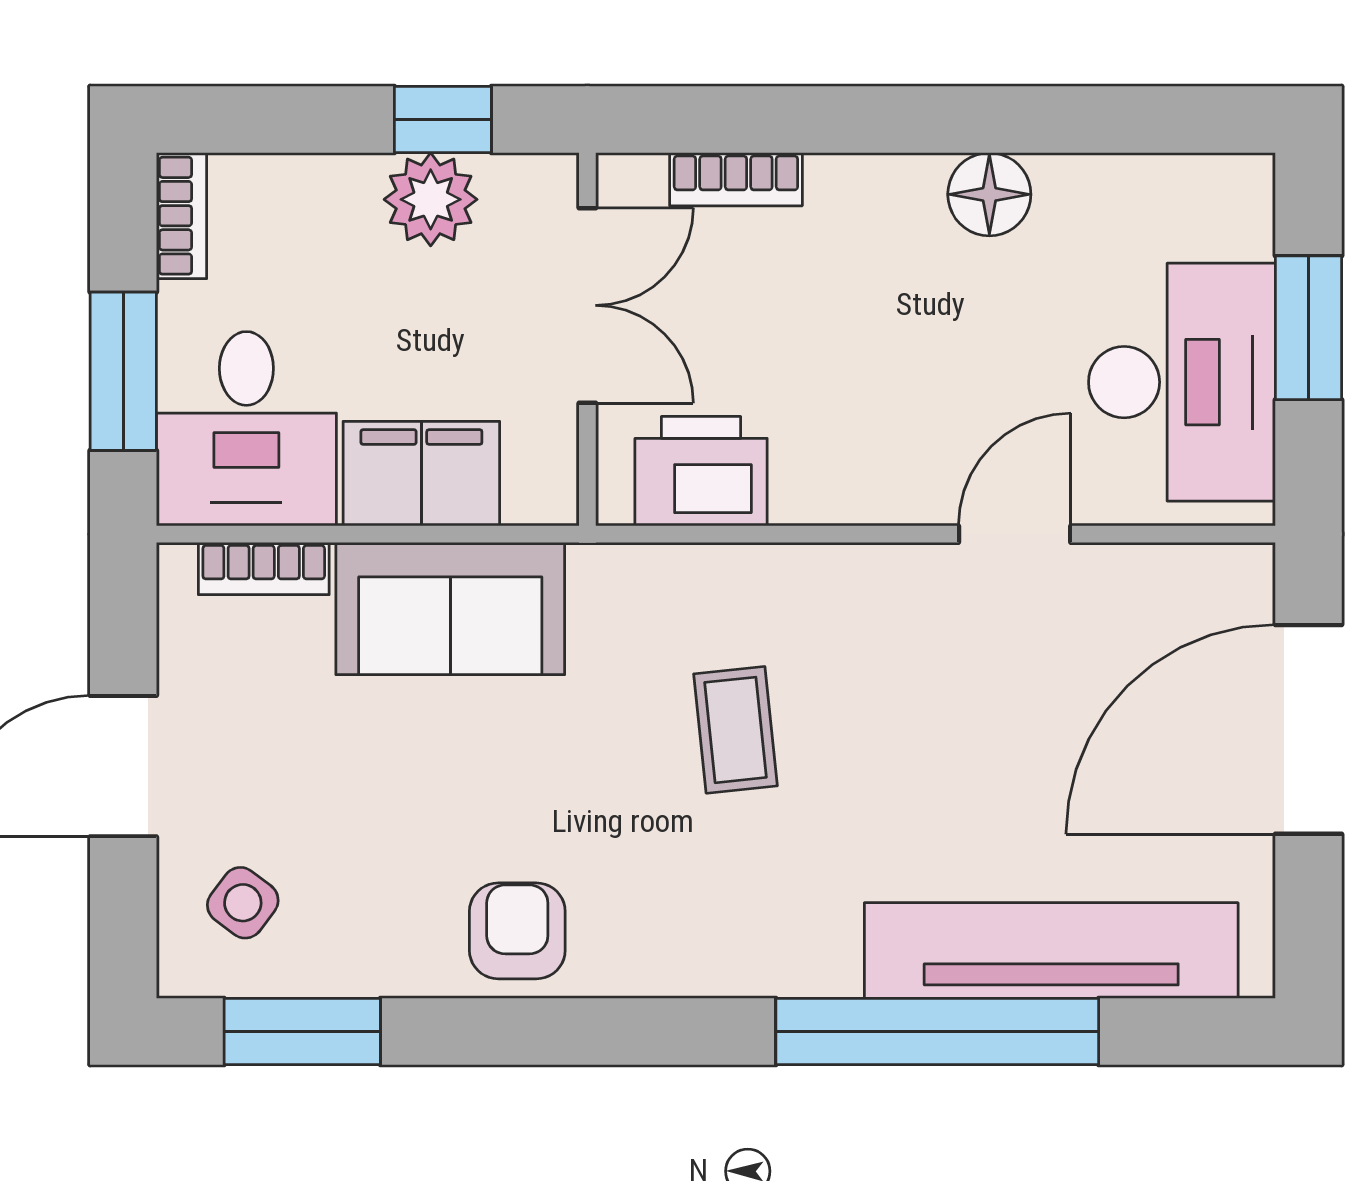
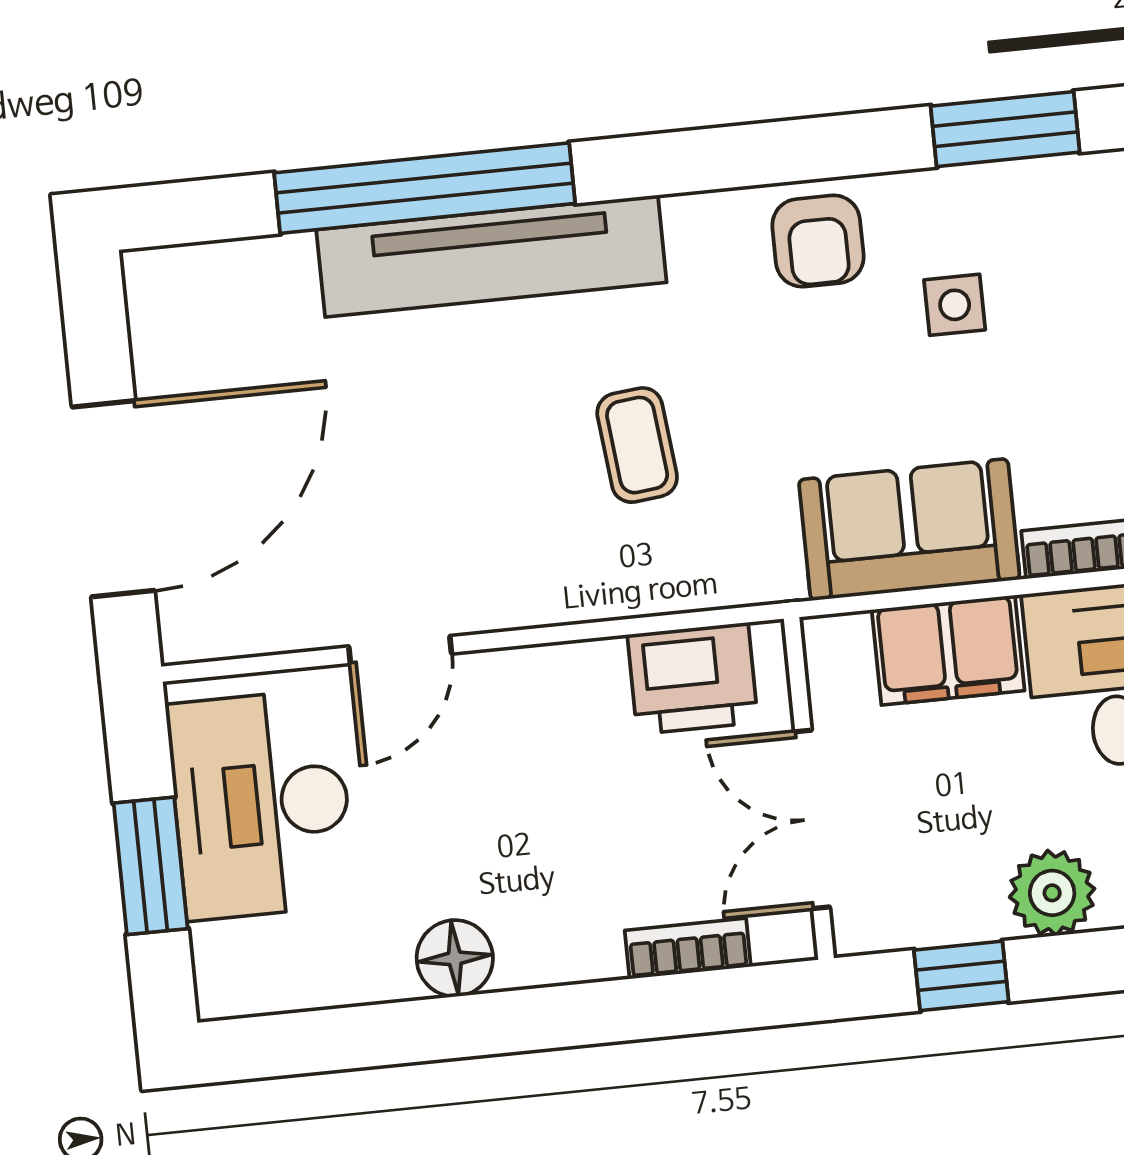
plant: (431, 199) -> (1052, 893), moved
side table: (243, 903) -> (955, 305), moved, turned -37
tv unit: (1051, 950) -> (491, 256), moved

